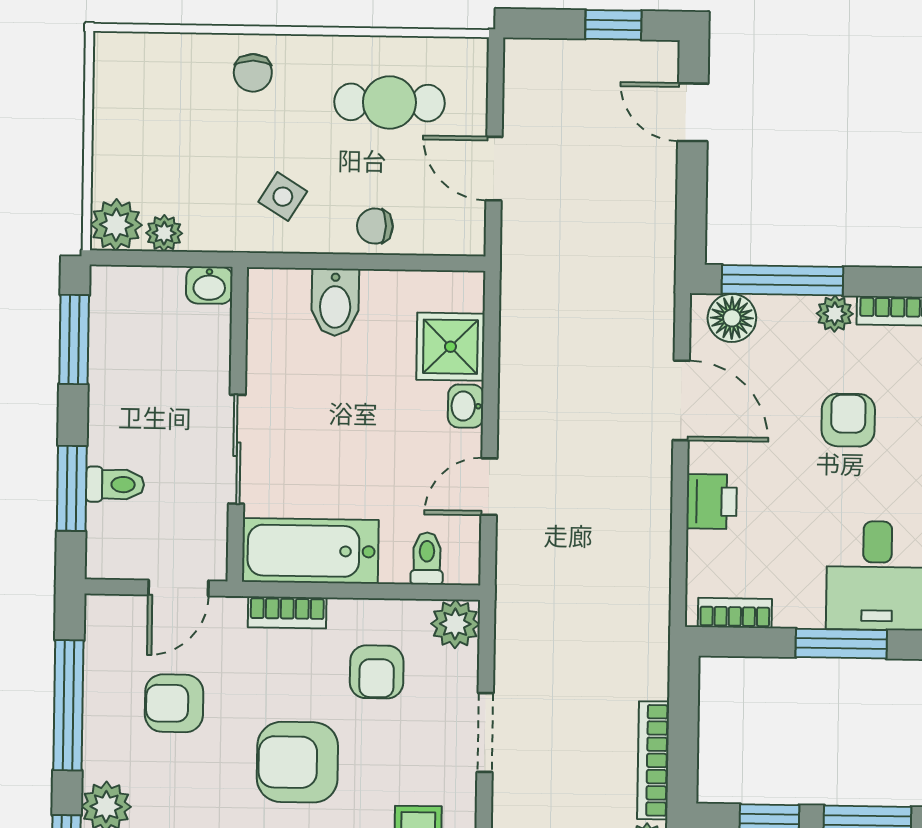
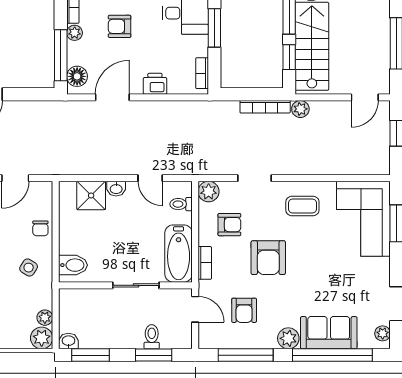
washbasin: (209, 285) -> (68, 341), moved, turned -90
bidet: (335, 302) -> (73, 265), moved

